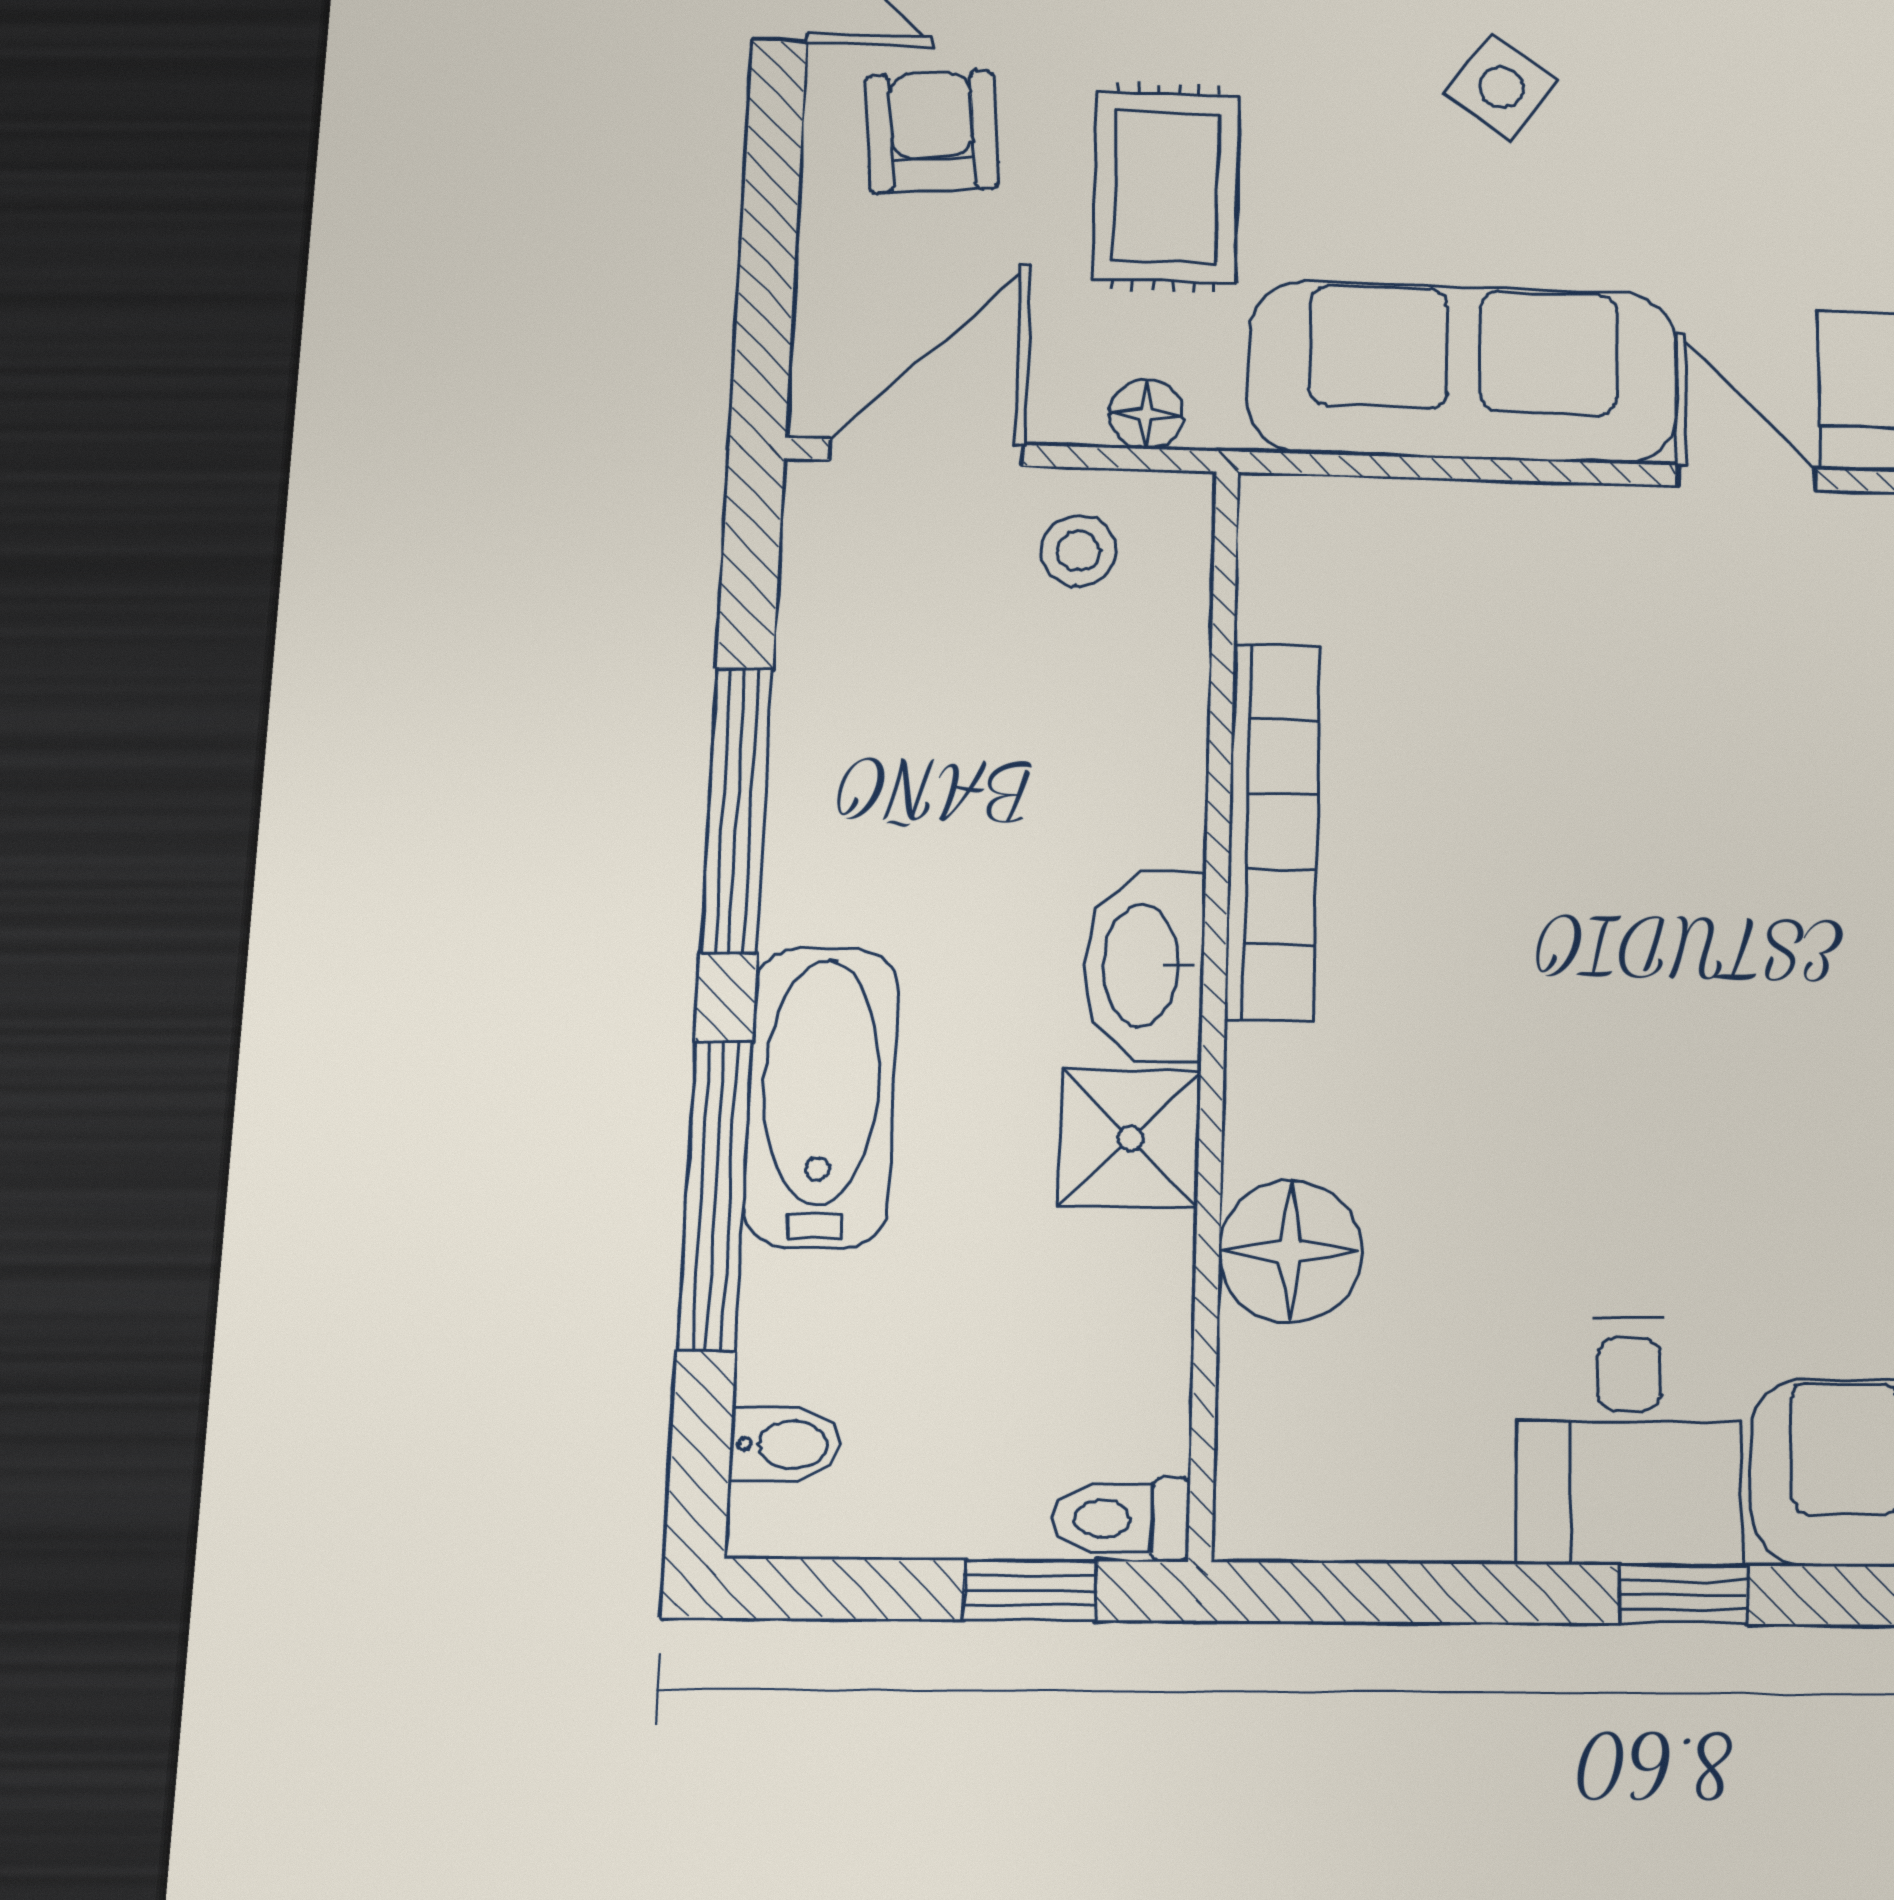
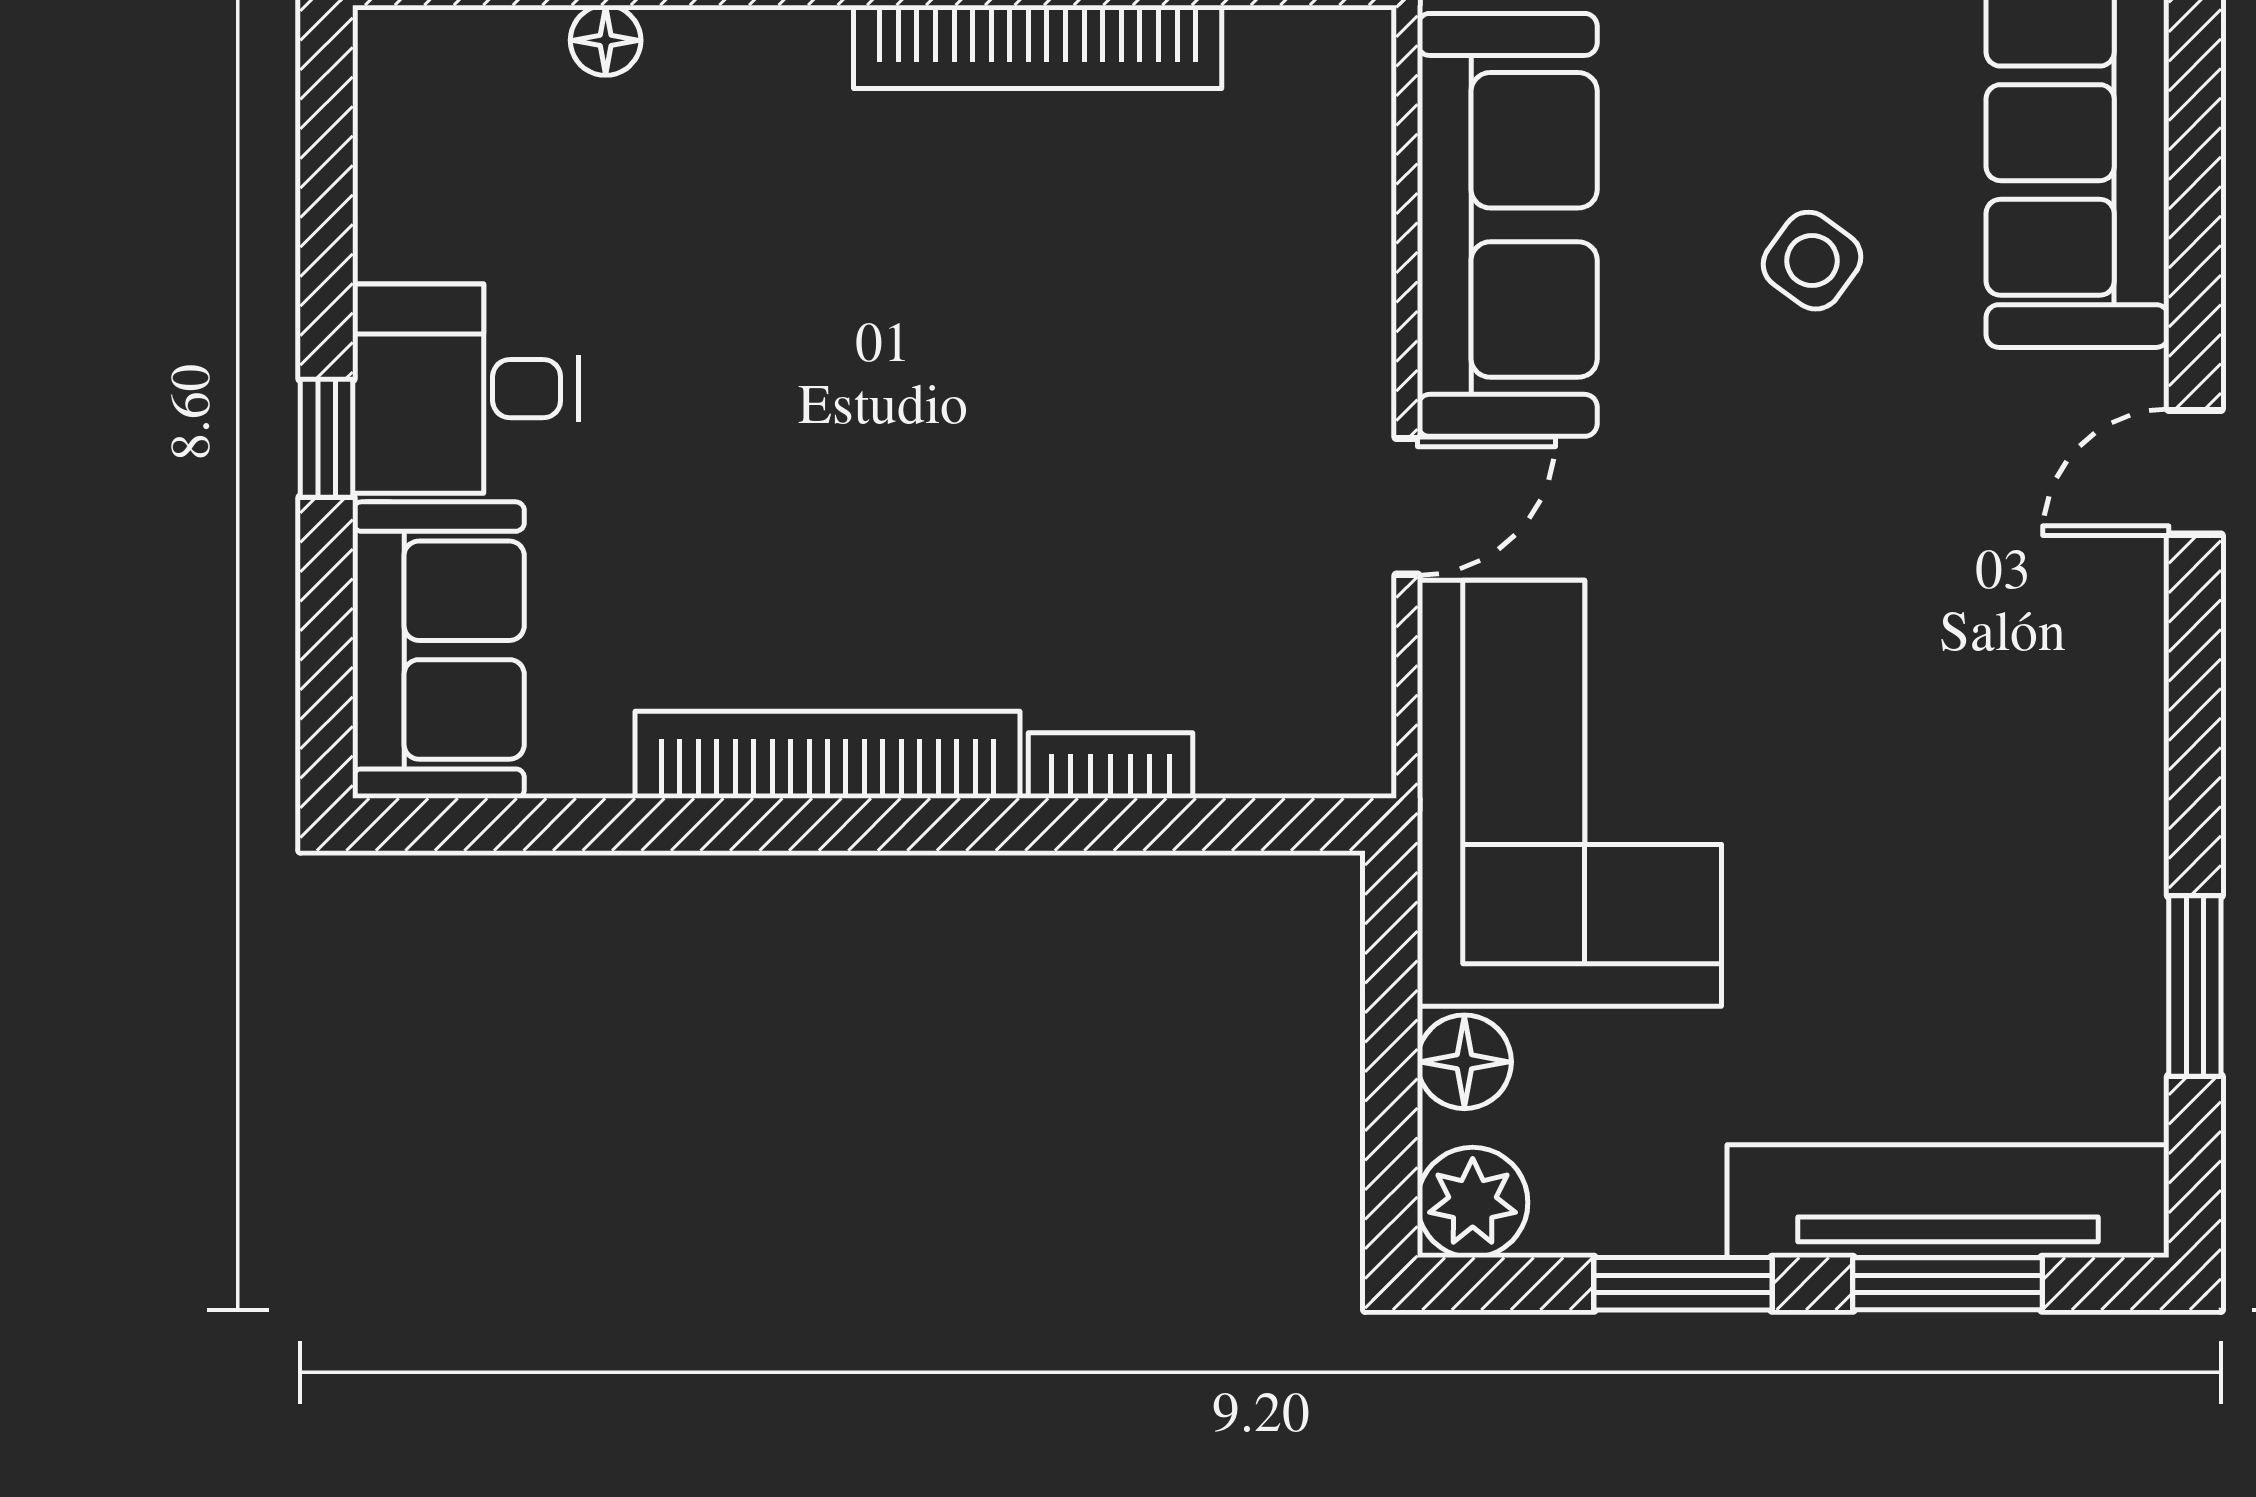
floor lamp: (1290, 1251) -> (606, 40), width x0.53, depth x0.53

